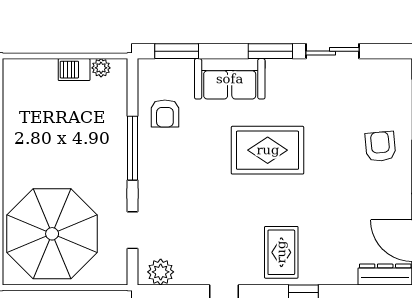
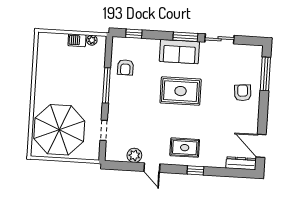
window: (177, 51) -> (134, 34), width x0.67
sofa: (230, 79) -> (179, 52), moved
rug: (281, 252) -> (185, 148), turned 90
plant: (161, 272) -> (134, 155), moved

